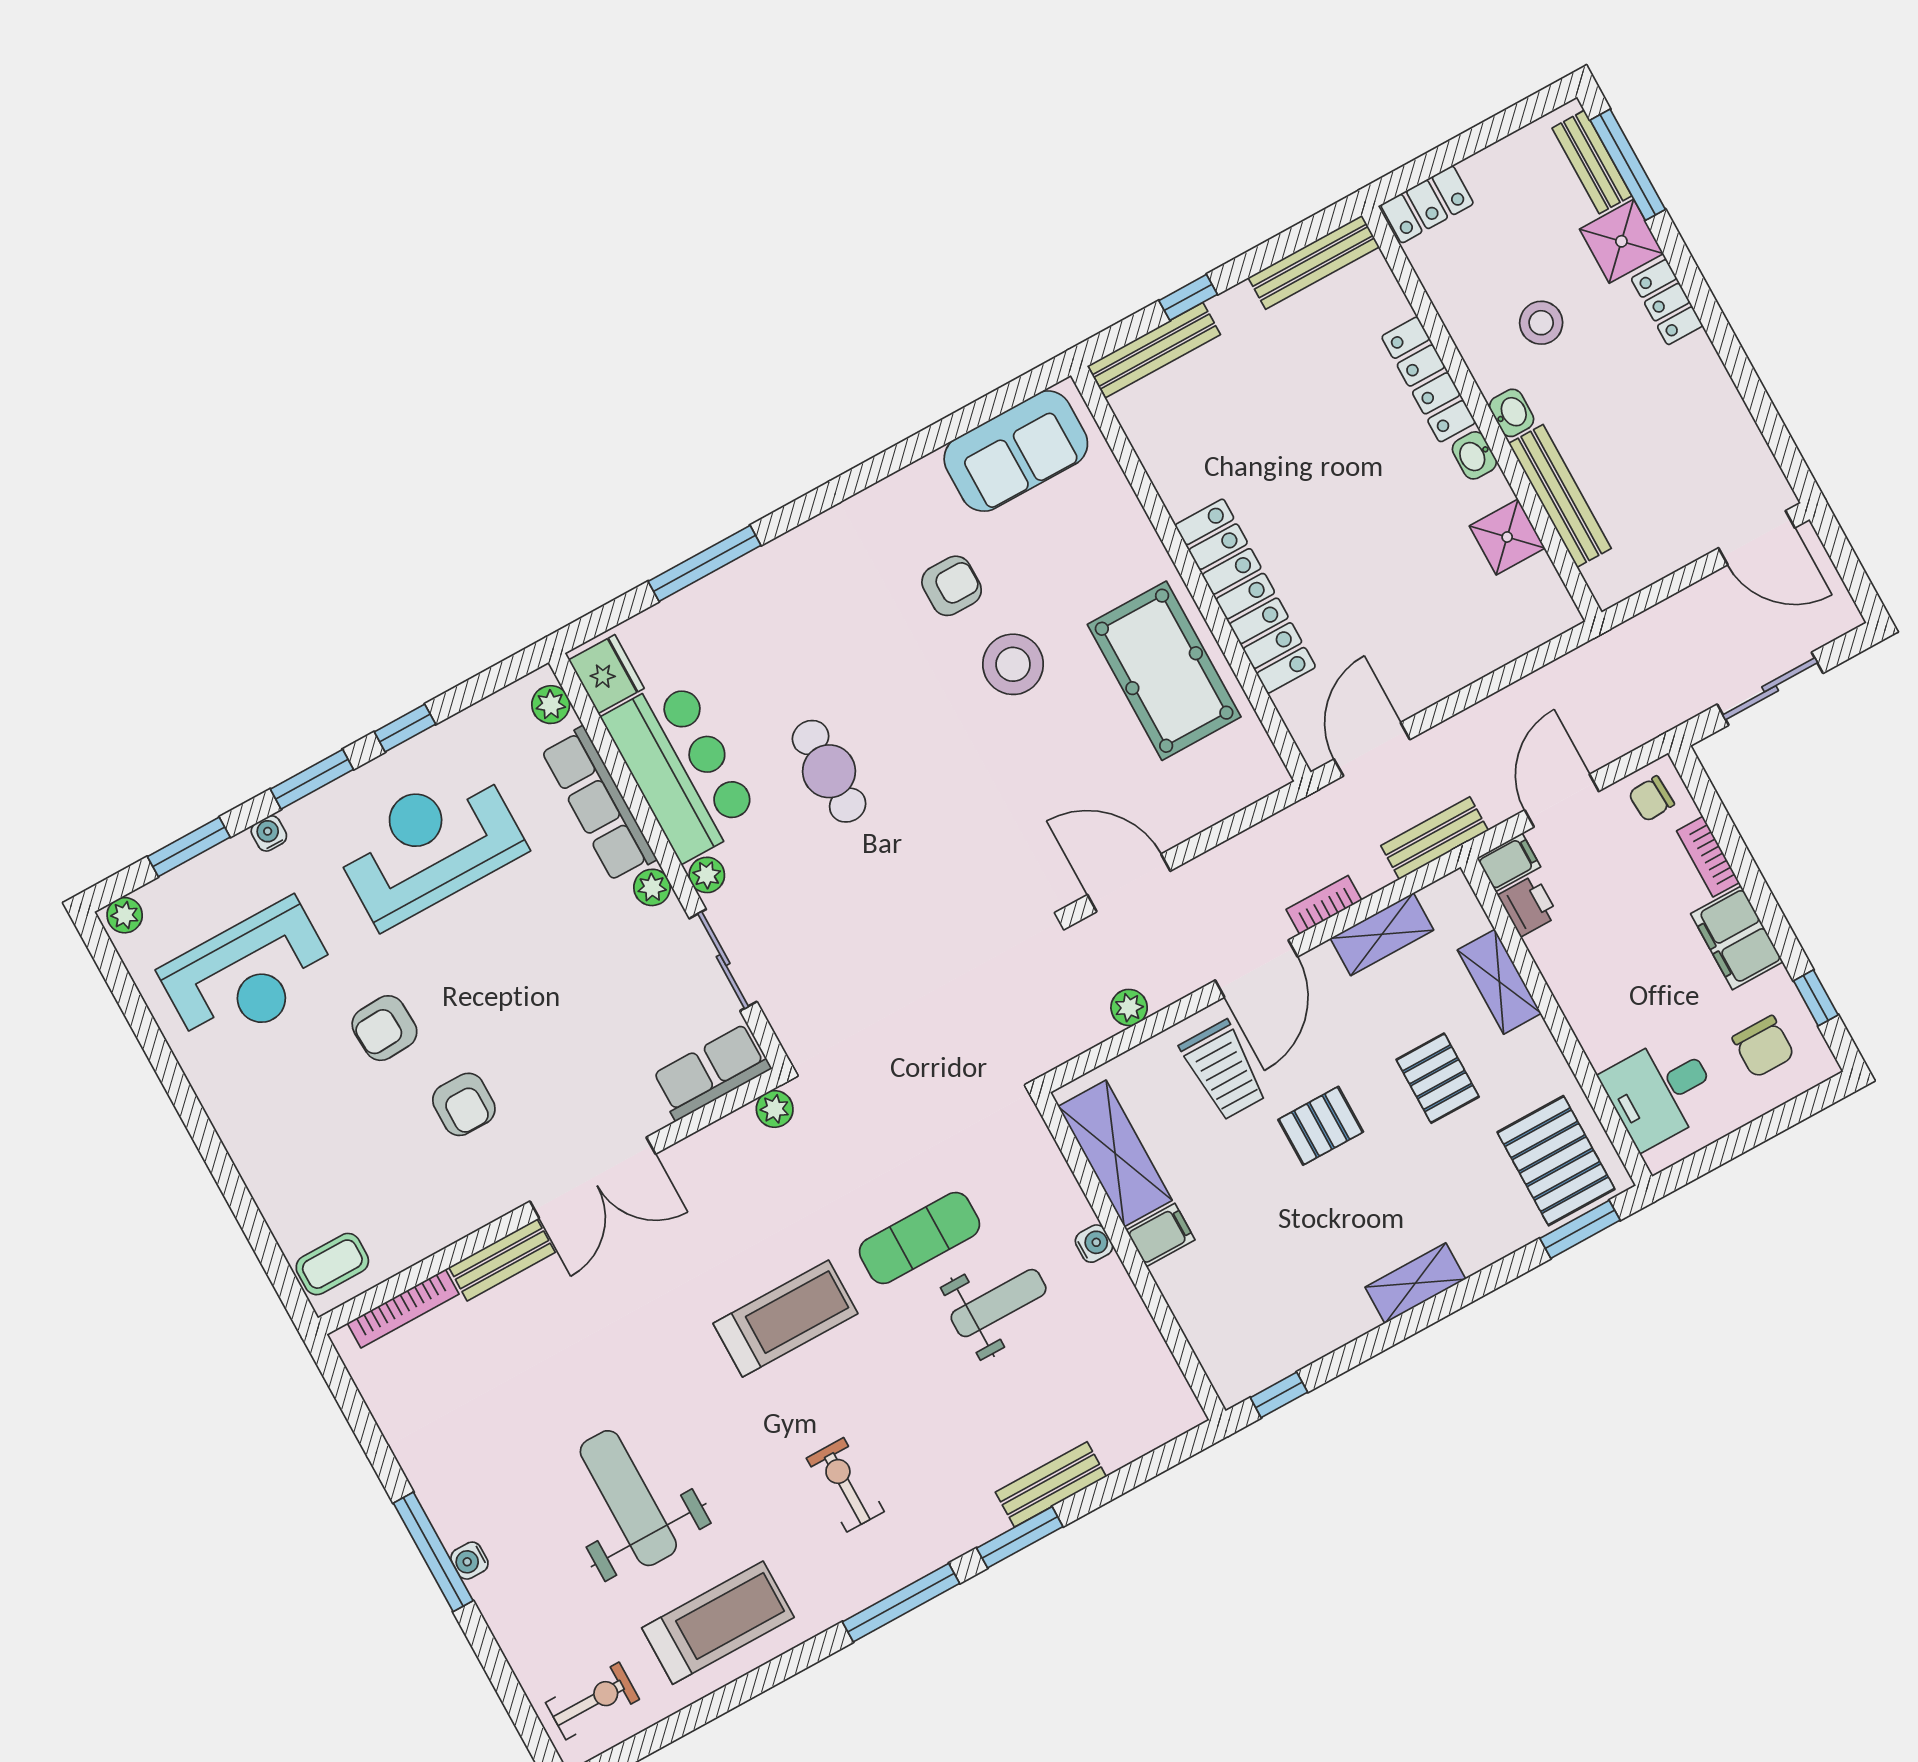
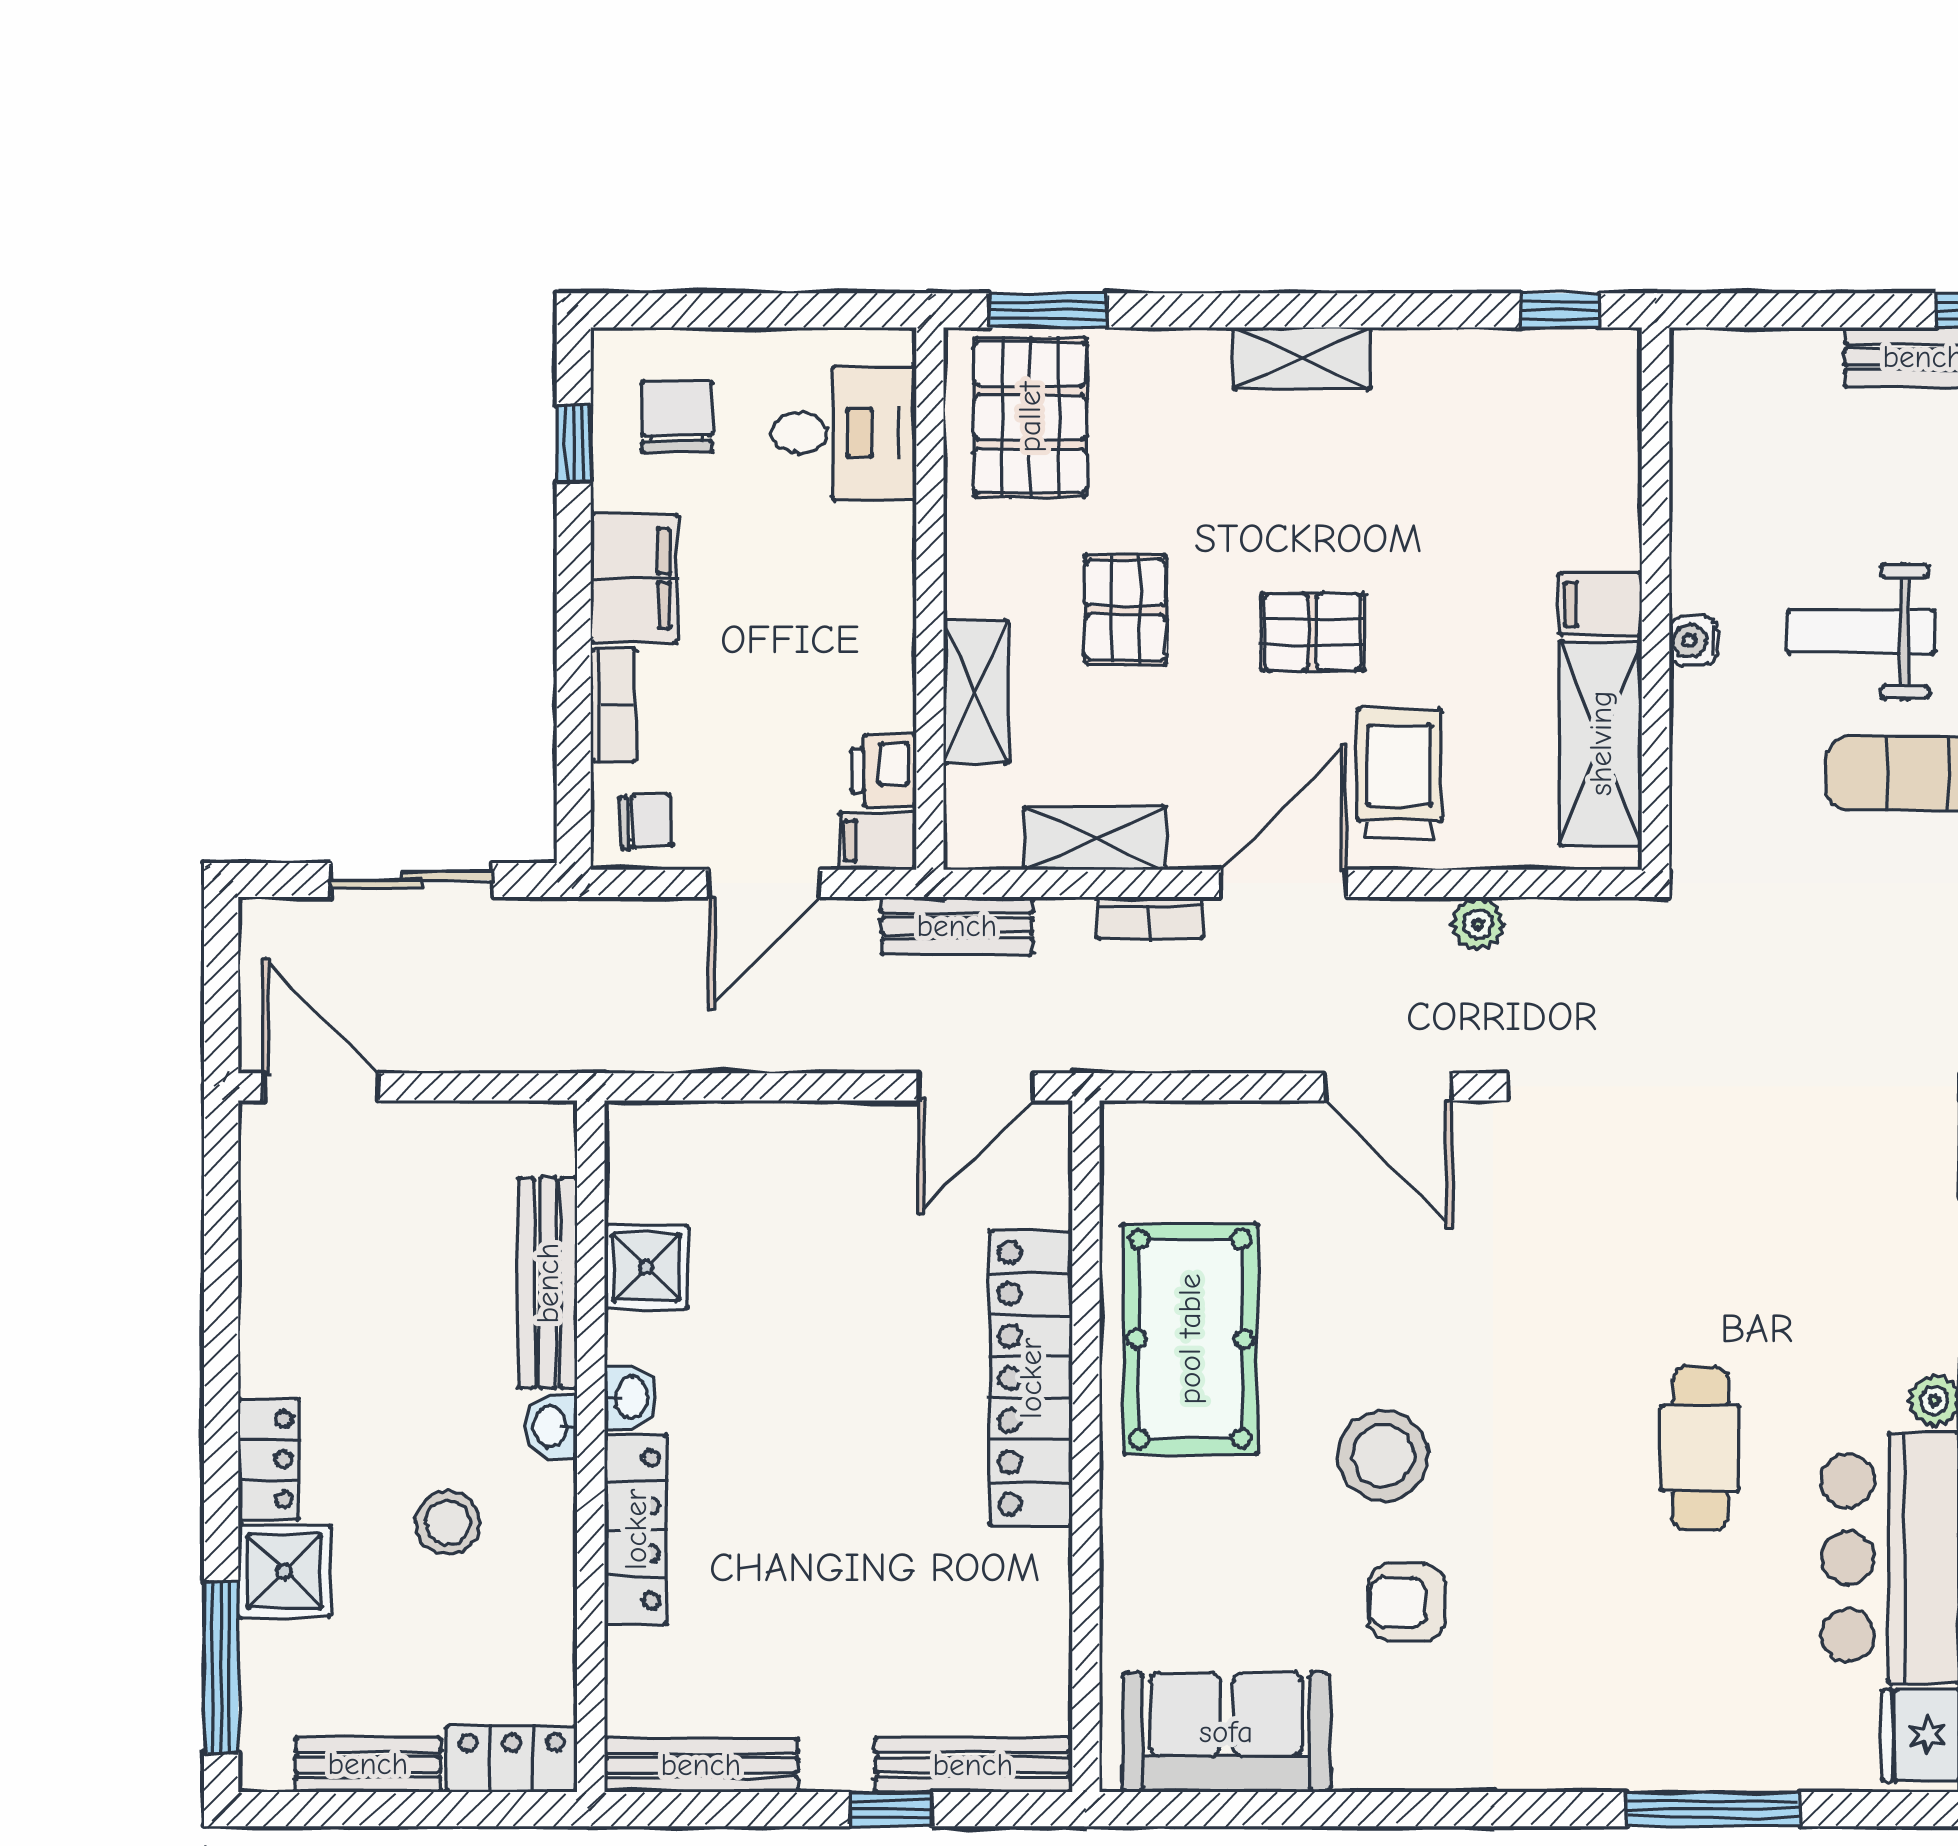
bench: (1592, 162) -> (368, 1764), moved, turned 90

